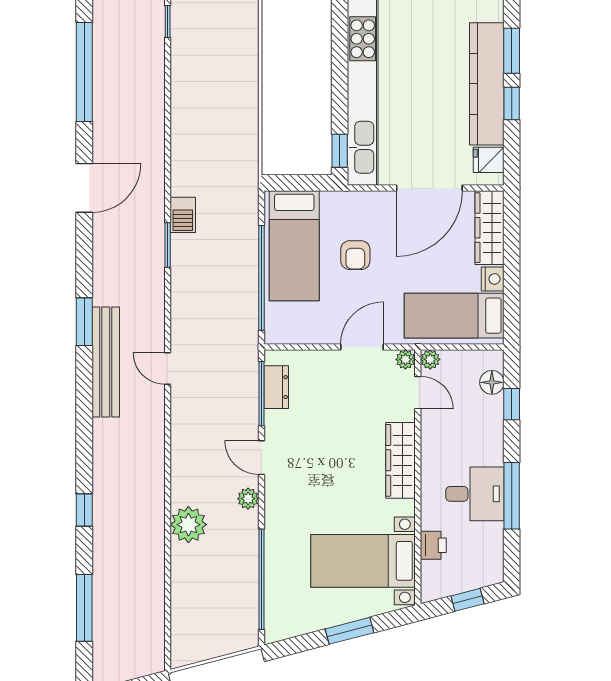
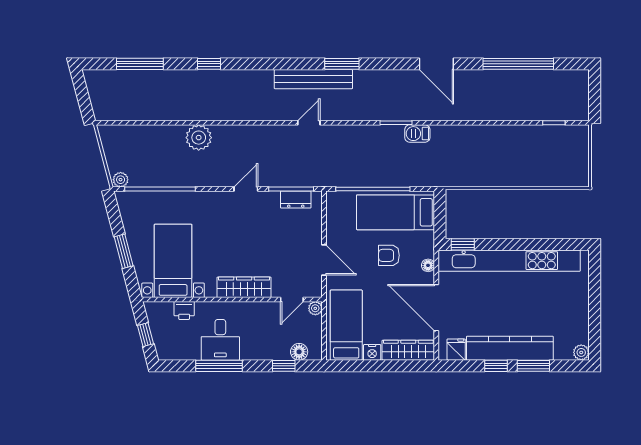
floor lamp: (369, 200) -> (428, 265), added
plant: (405, 359) -> (315, 291), removed
plant: (248, 499) -> (121, 180), moved

